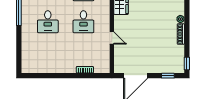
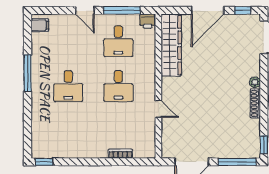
window: (31, 76) -> (44, 162), added
window: (168, 76) -> (237, 162), width x2.17

